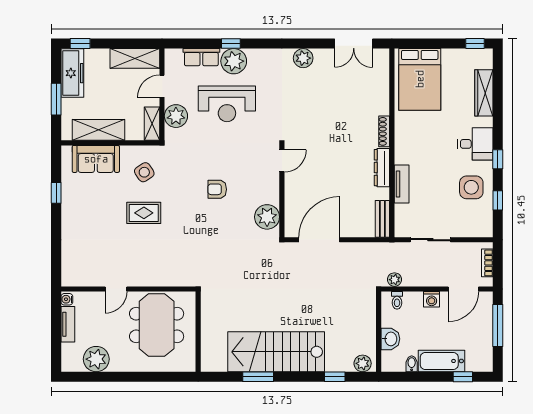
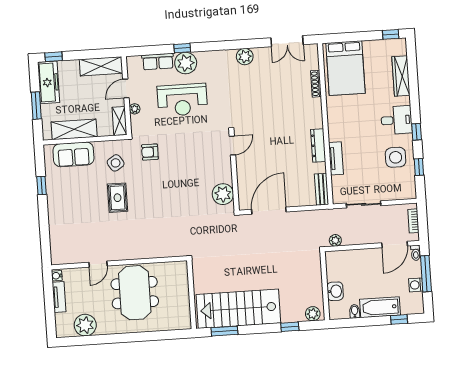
plant: (176, 116) -> (135, 109), width x0.53, depth x0.53
shoe rack: (384, 131) -> (316, 84), moved
armchair: (217, 189) -> (150, 152), moved
rug: (144, 213) -> (117, 198), turned 90
washing machine: (432, 299) -> (416, 285), moved, turned 90
toilet: (397, 300) -> (416, 253), moved
wall: (198, 332) -> (192, 295), moved

